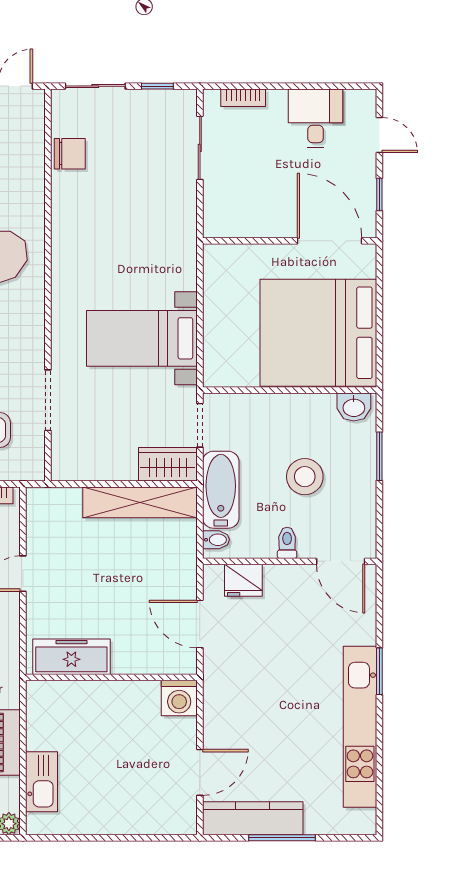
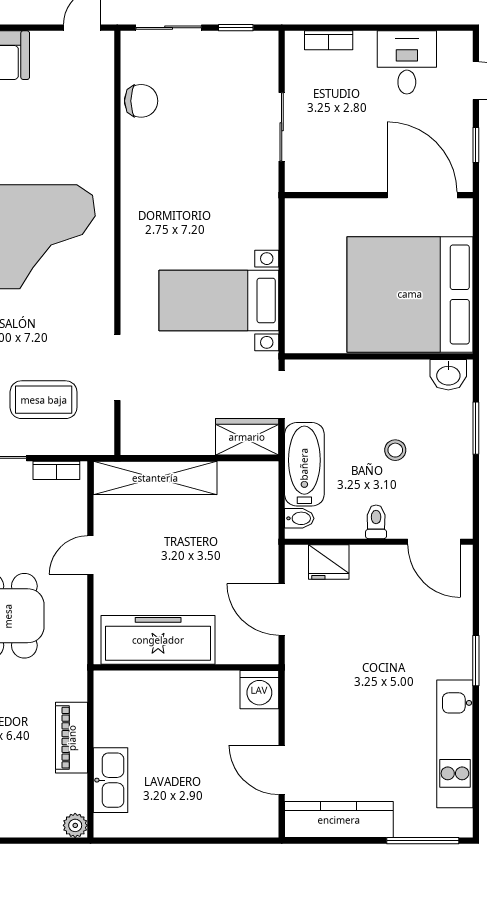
sliding door: (200, 148) -> (282, 127), moved
stool: (305, 477) -> (395, 450), width x0.53, depth x0.53
shelving: (140, 502) -> (155, 478), moved
freezer: (71, 657) -> (158, 640), width x1.36, depth x1.26
kitchen unit: (360, 727) -> (455, 744), width x0.73
door: (200, 772) -> (282, 770), swing flipped
window: (282, 838) -> (423, 841), moved

